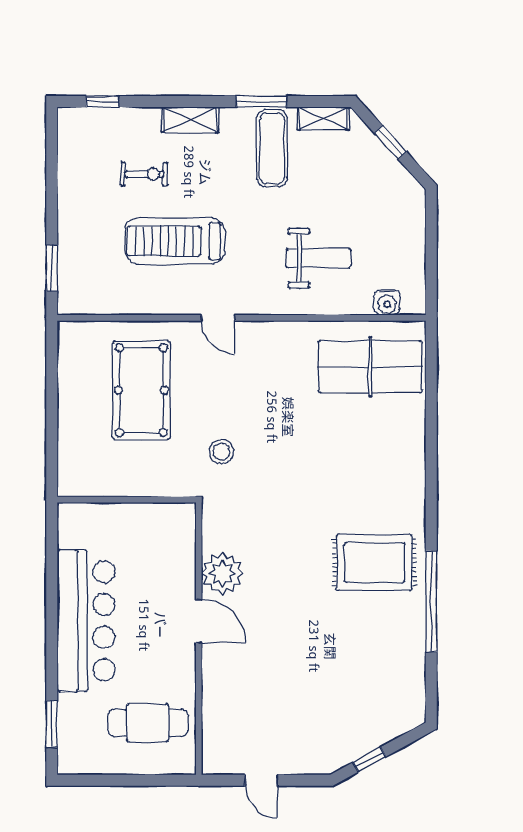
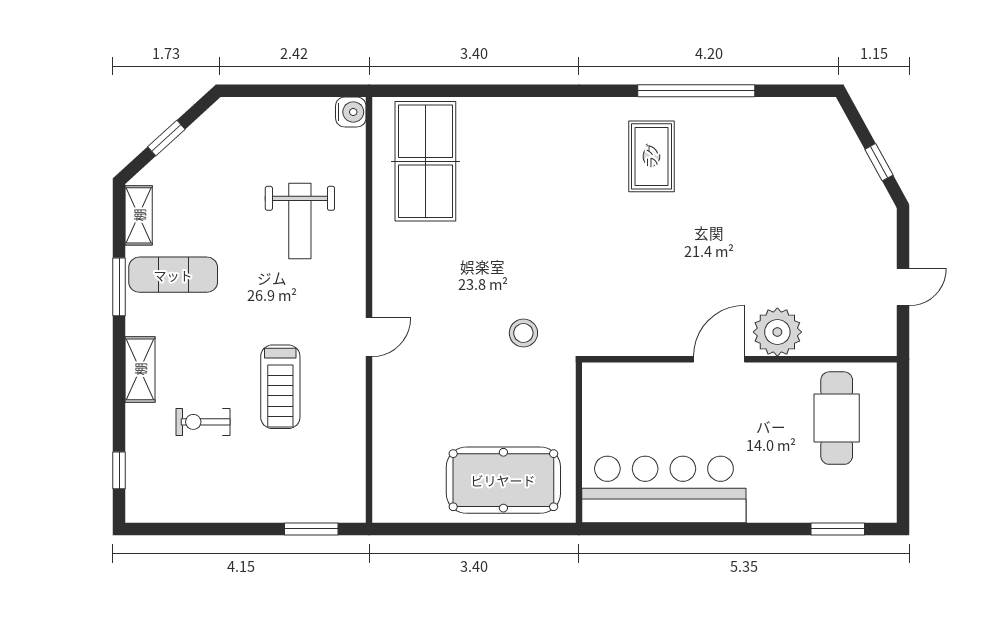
exercise bike: (144, 174) -> (203, 422), turned -90
treadmill: (175, 241) -> (280, 387), width x0.73, depth x0.73
weight bench: (318, 258) -> (300, 221), turned 180
water cooler: (387, 302) -> (351, 112), moved
pool table: (141, 390) -> (503, 480), moved
rug: (374, 563) -> (651, 156), width x0.73, depth x0.70
plant: (222, 573) -> (777, 332), moved
bar counter: (86, 621) -> (664, 489), moved

